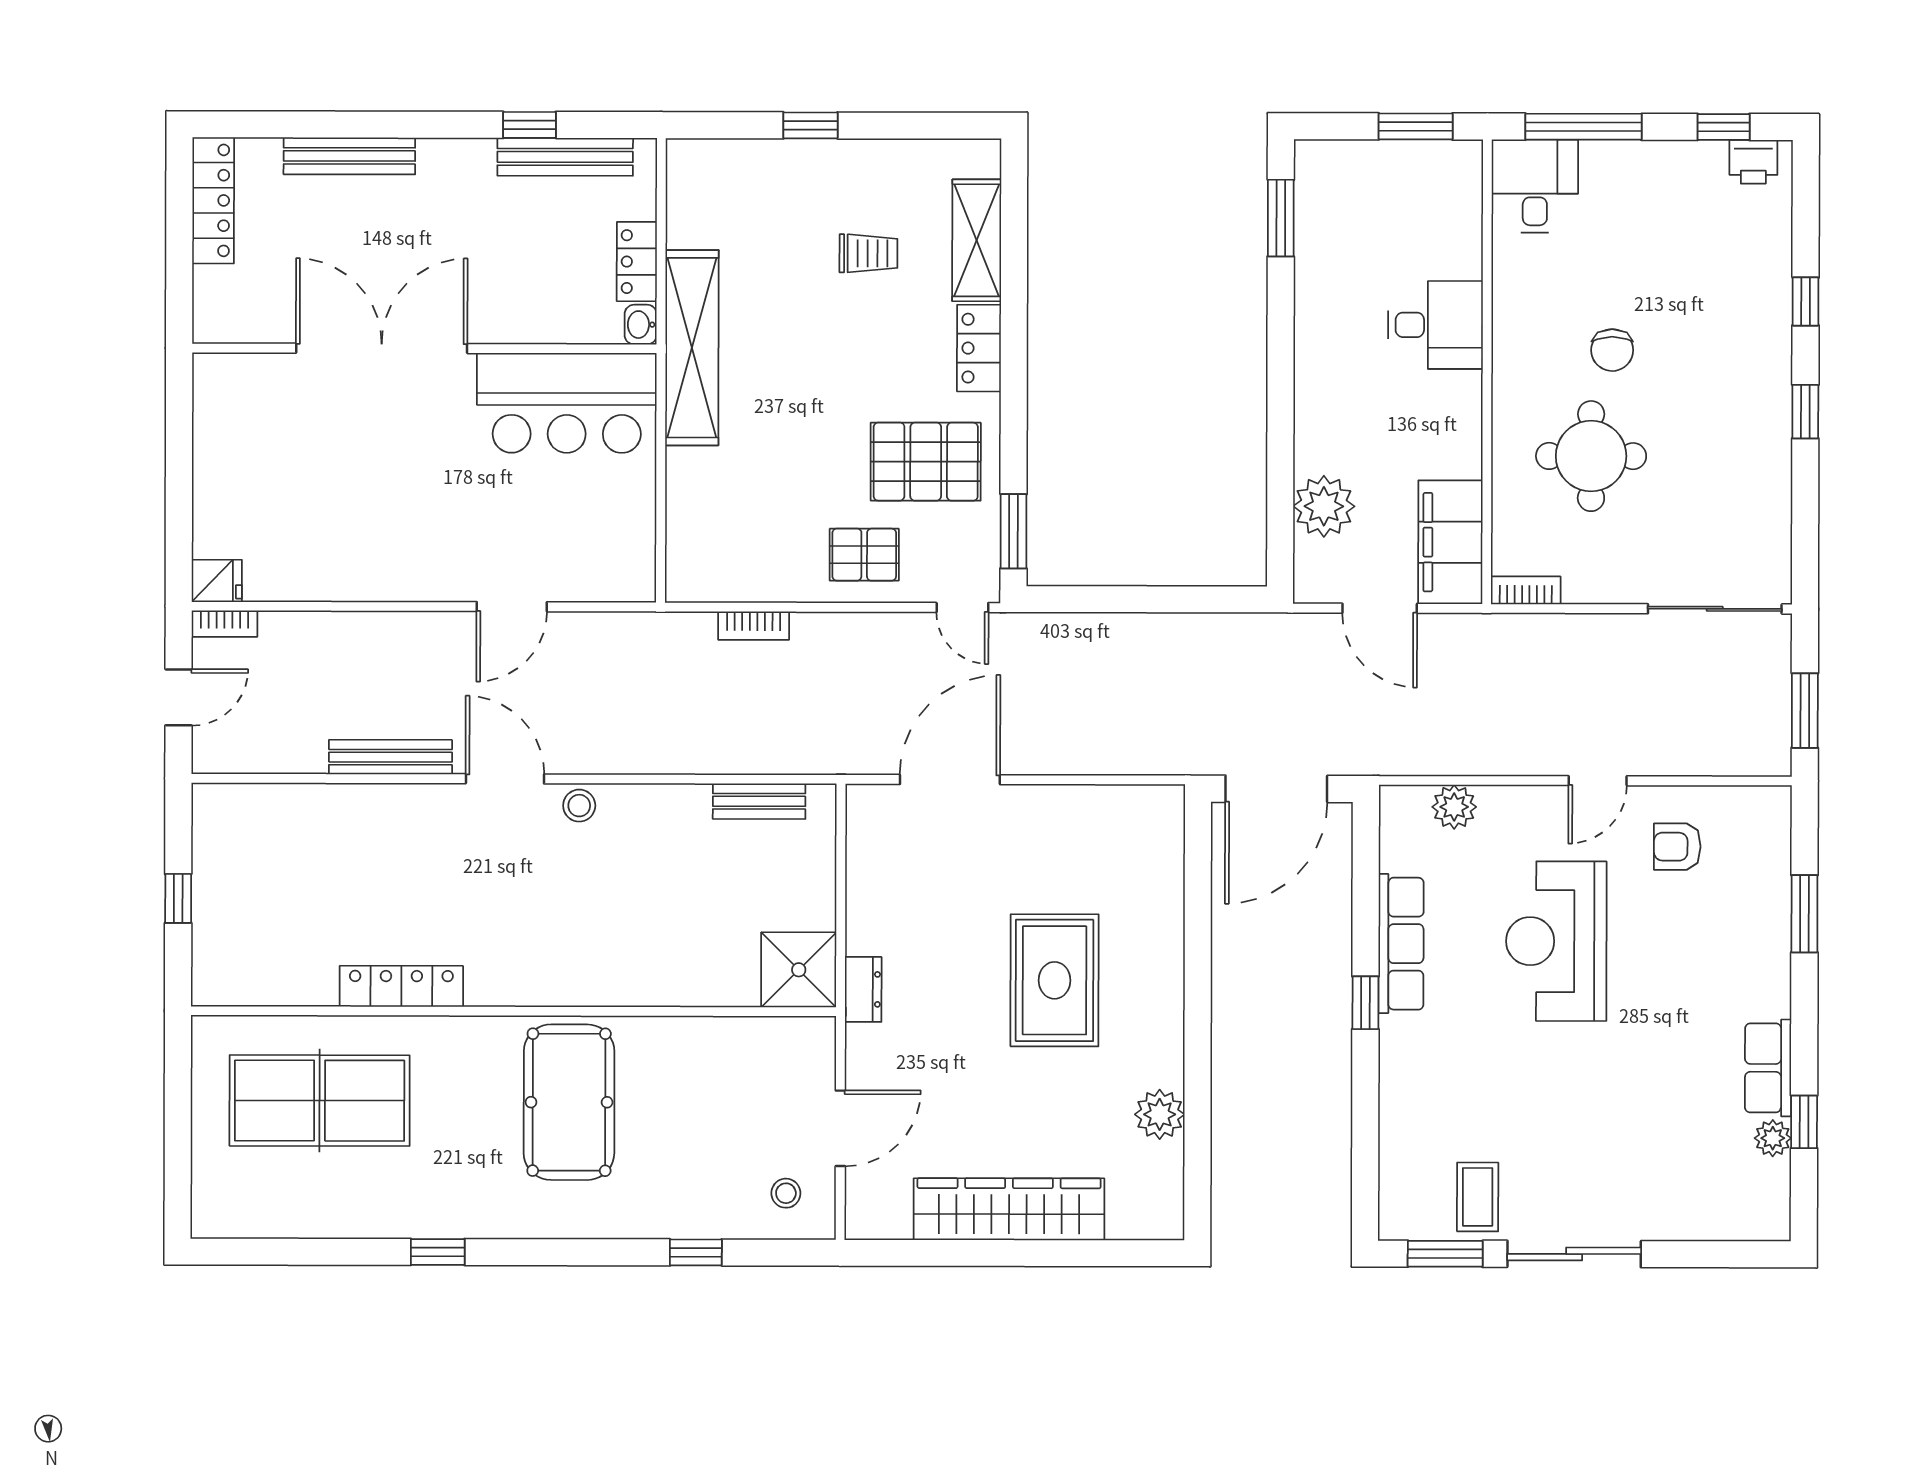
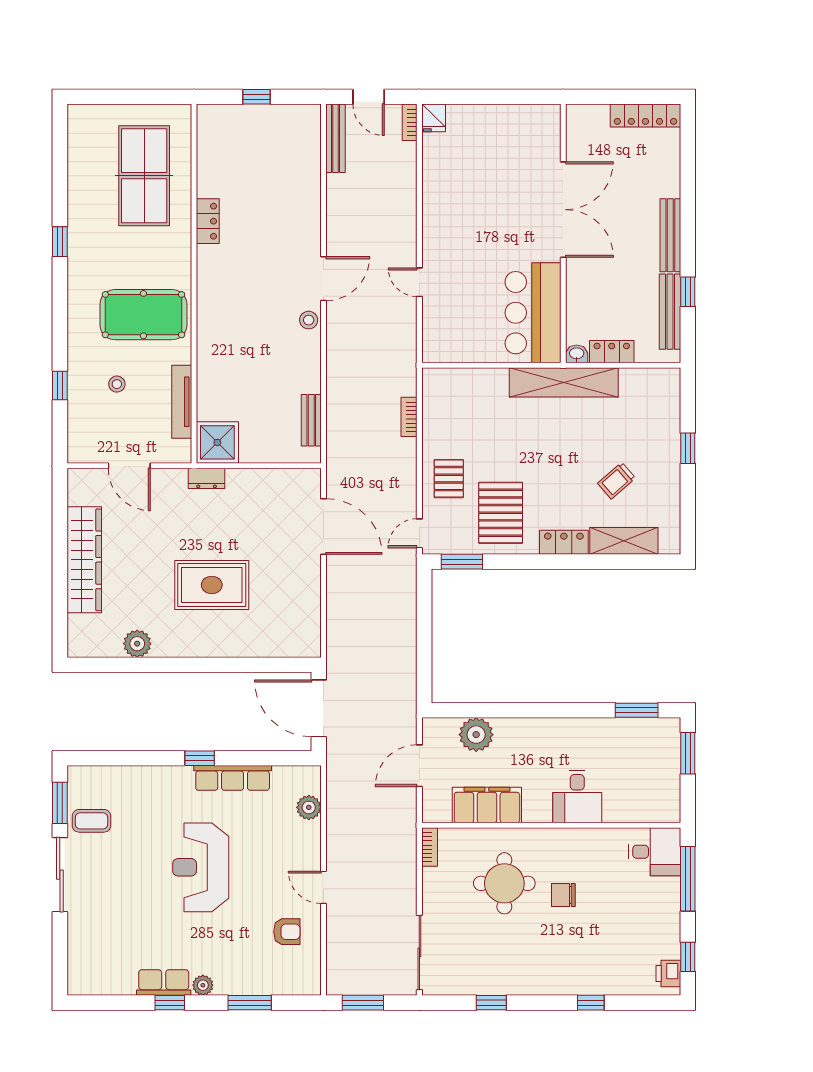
window: (1416, 126) -> (688, 753), moved
bench: (349, 156) -> (670, 235), moved
trolley: (868, 253) -> (617, 481), turned 49
window: (1805, 412) -> (491, 1003), moved
filing cabinet: (1450, 542) -> (487, 805), moved
door: (512, 607) -> (419, 282), width x0.73
bench: (391, 757) -> (336, 138), moved
armchair: (1677, 847) -> (287, 932), turned 90
reception desk: (1556, 941) -> (201, 867), moved, turned -90
locker: (401, 986) -> (208, 221), width x0.66
tv unit: (725, 1034) -> (182, 402), added
window: (1804, 1122) -> (170, 1003), moved
plant: (1773, 1138) -> (203, 985), moved
stool: (786, 1193) -> (117, 384), moved

